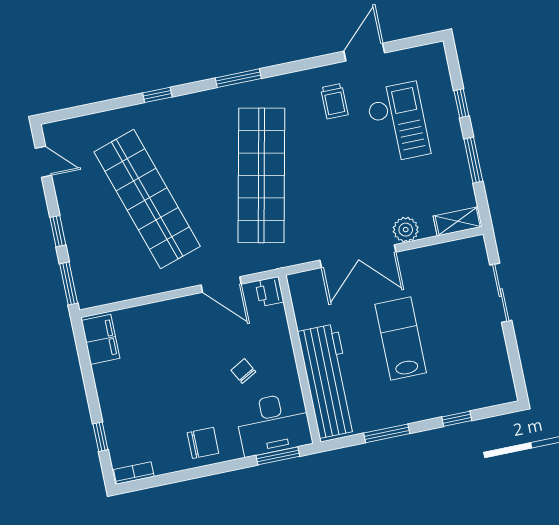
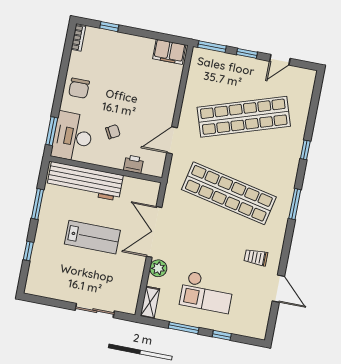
checkout: (398, 122) -> (207, 292), moved
door: (43, 162) -> (280, 60), moved
printer: (270, 292) -> (134, 164), moved

